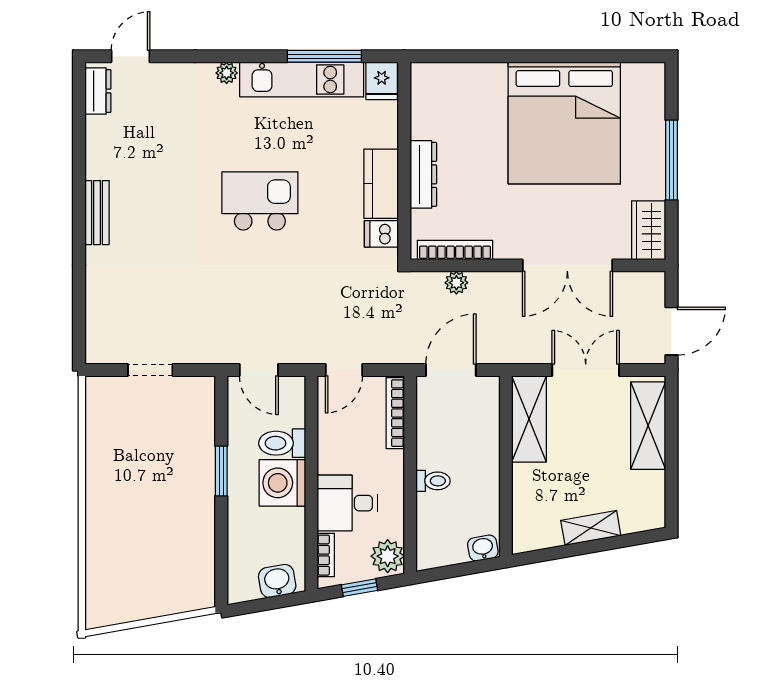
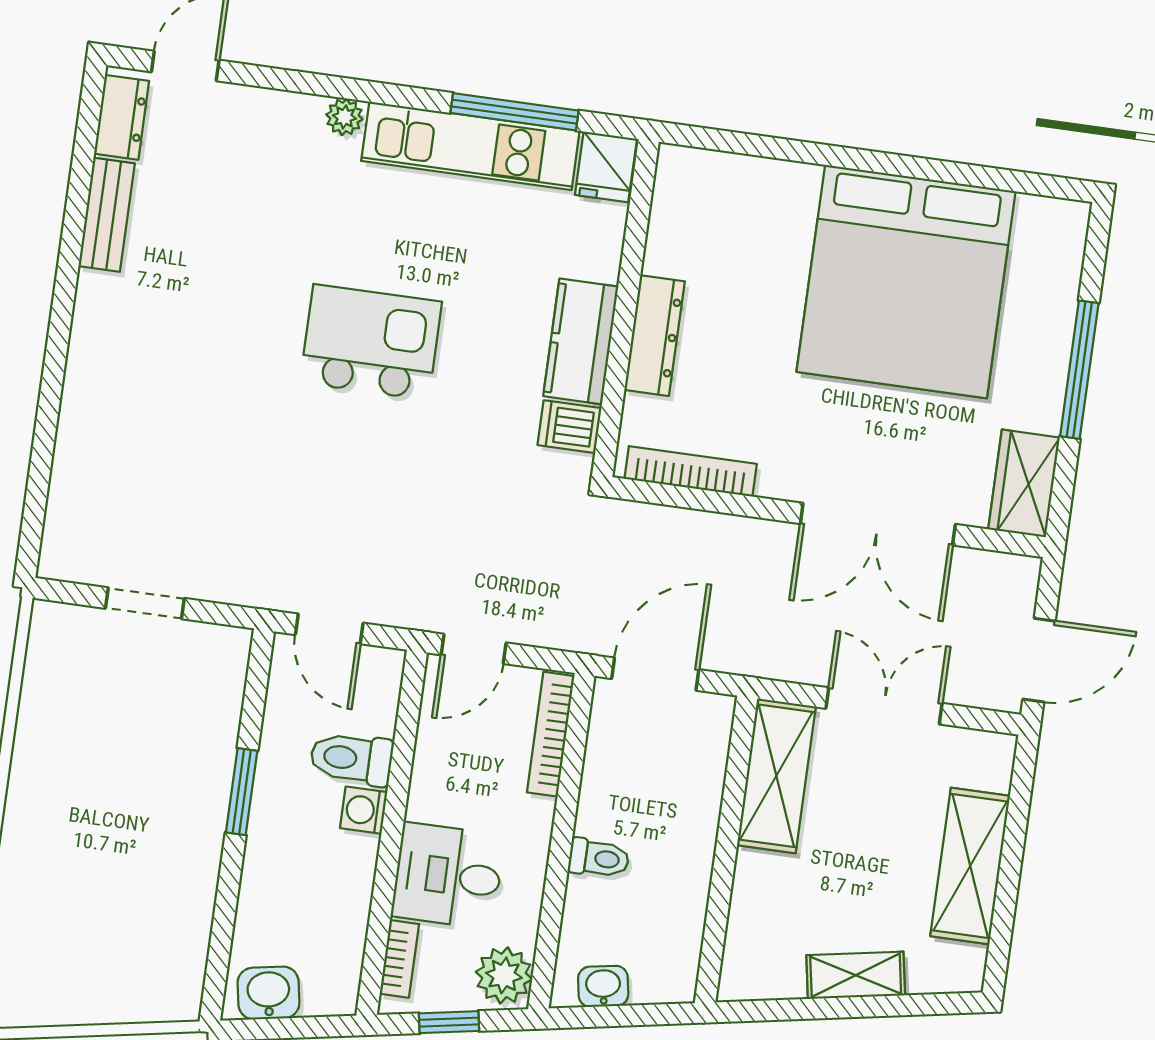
bench: (97, 213) -> (107, 215), moved
plant: (456, 283) -> (685, 527), removed
shelving: (648, 426) -> (970, 866), moved
washing machine: (282, 483) -> (364, 810), width x0.53, depth x0.53
washbasin: (483, 548) -> (603, 986), moved
washbasin: (277, 581) -> (268, 993), moved

